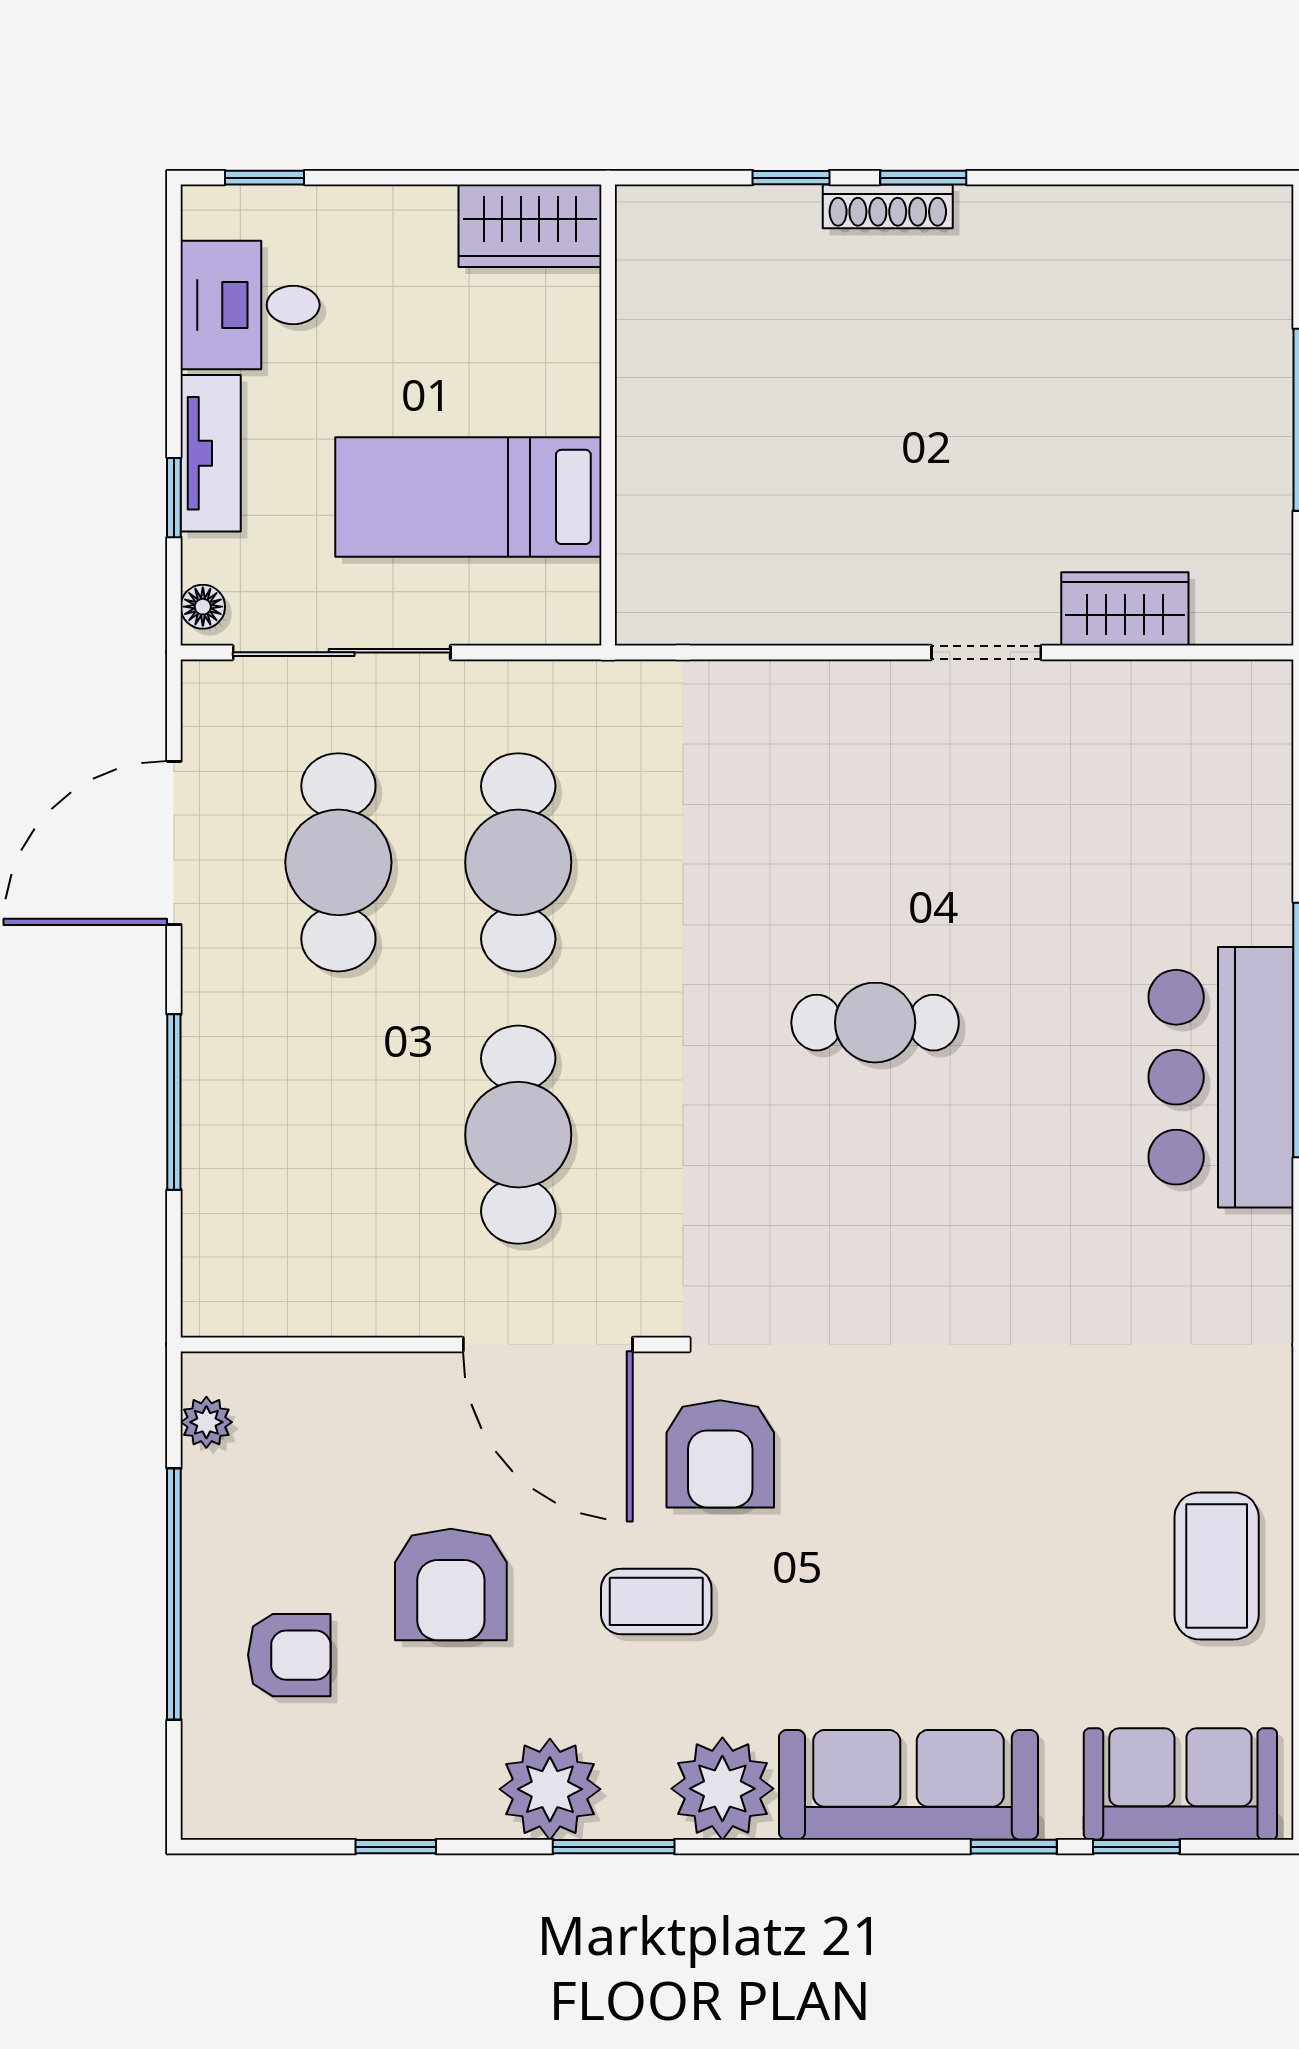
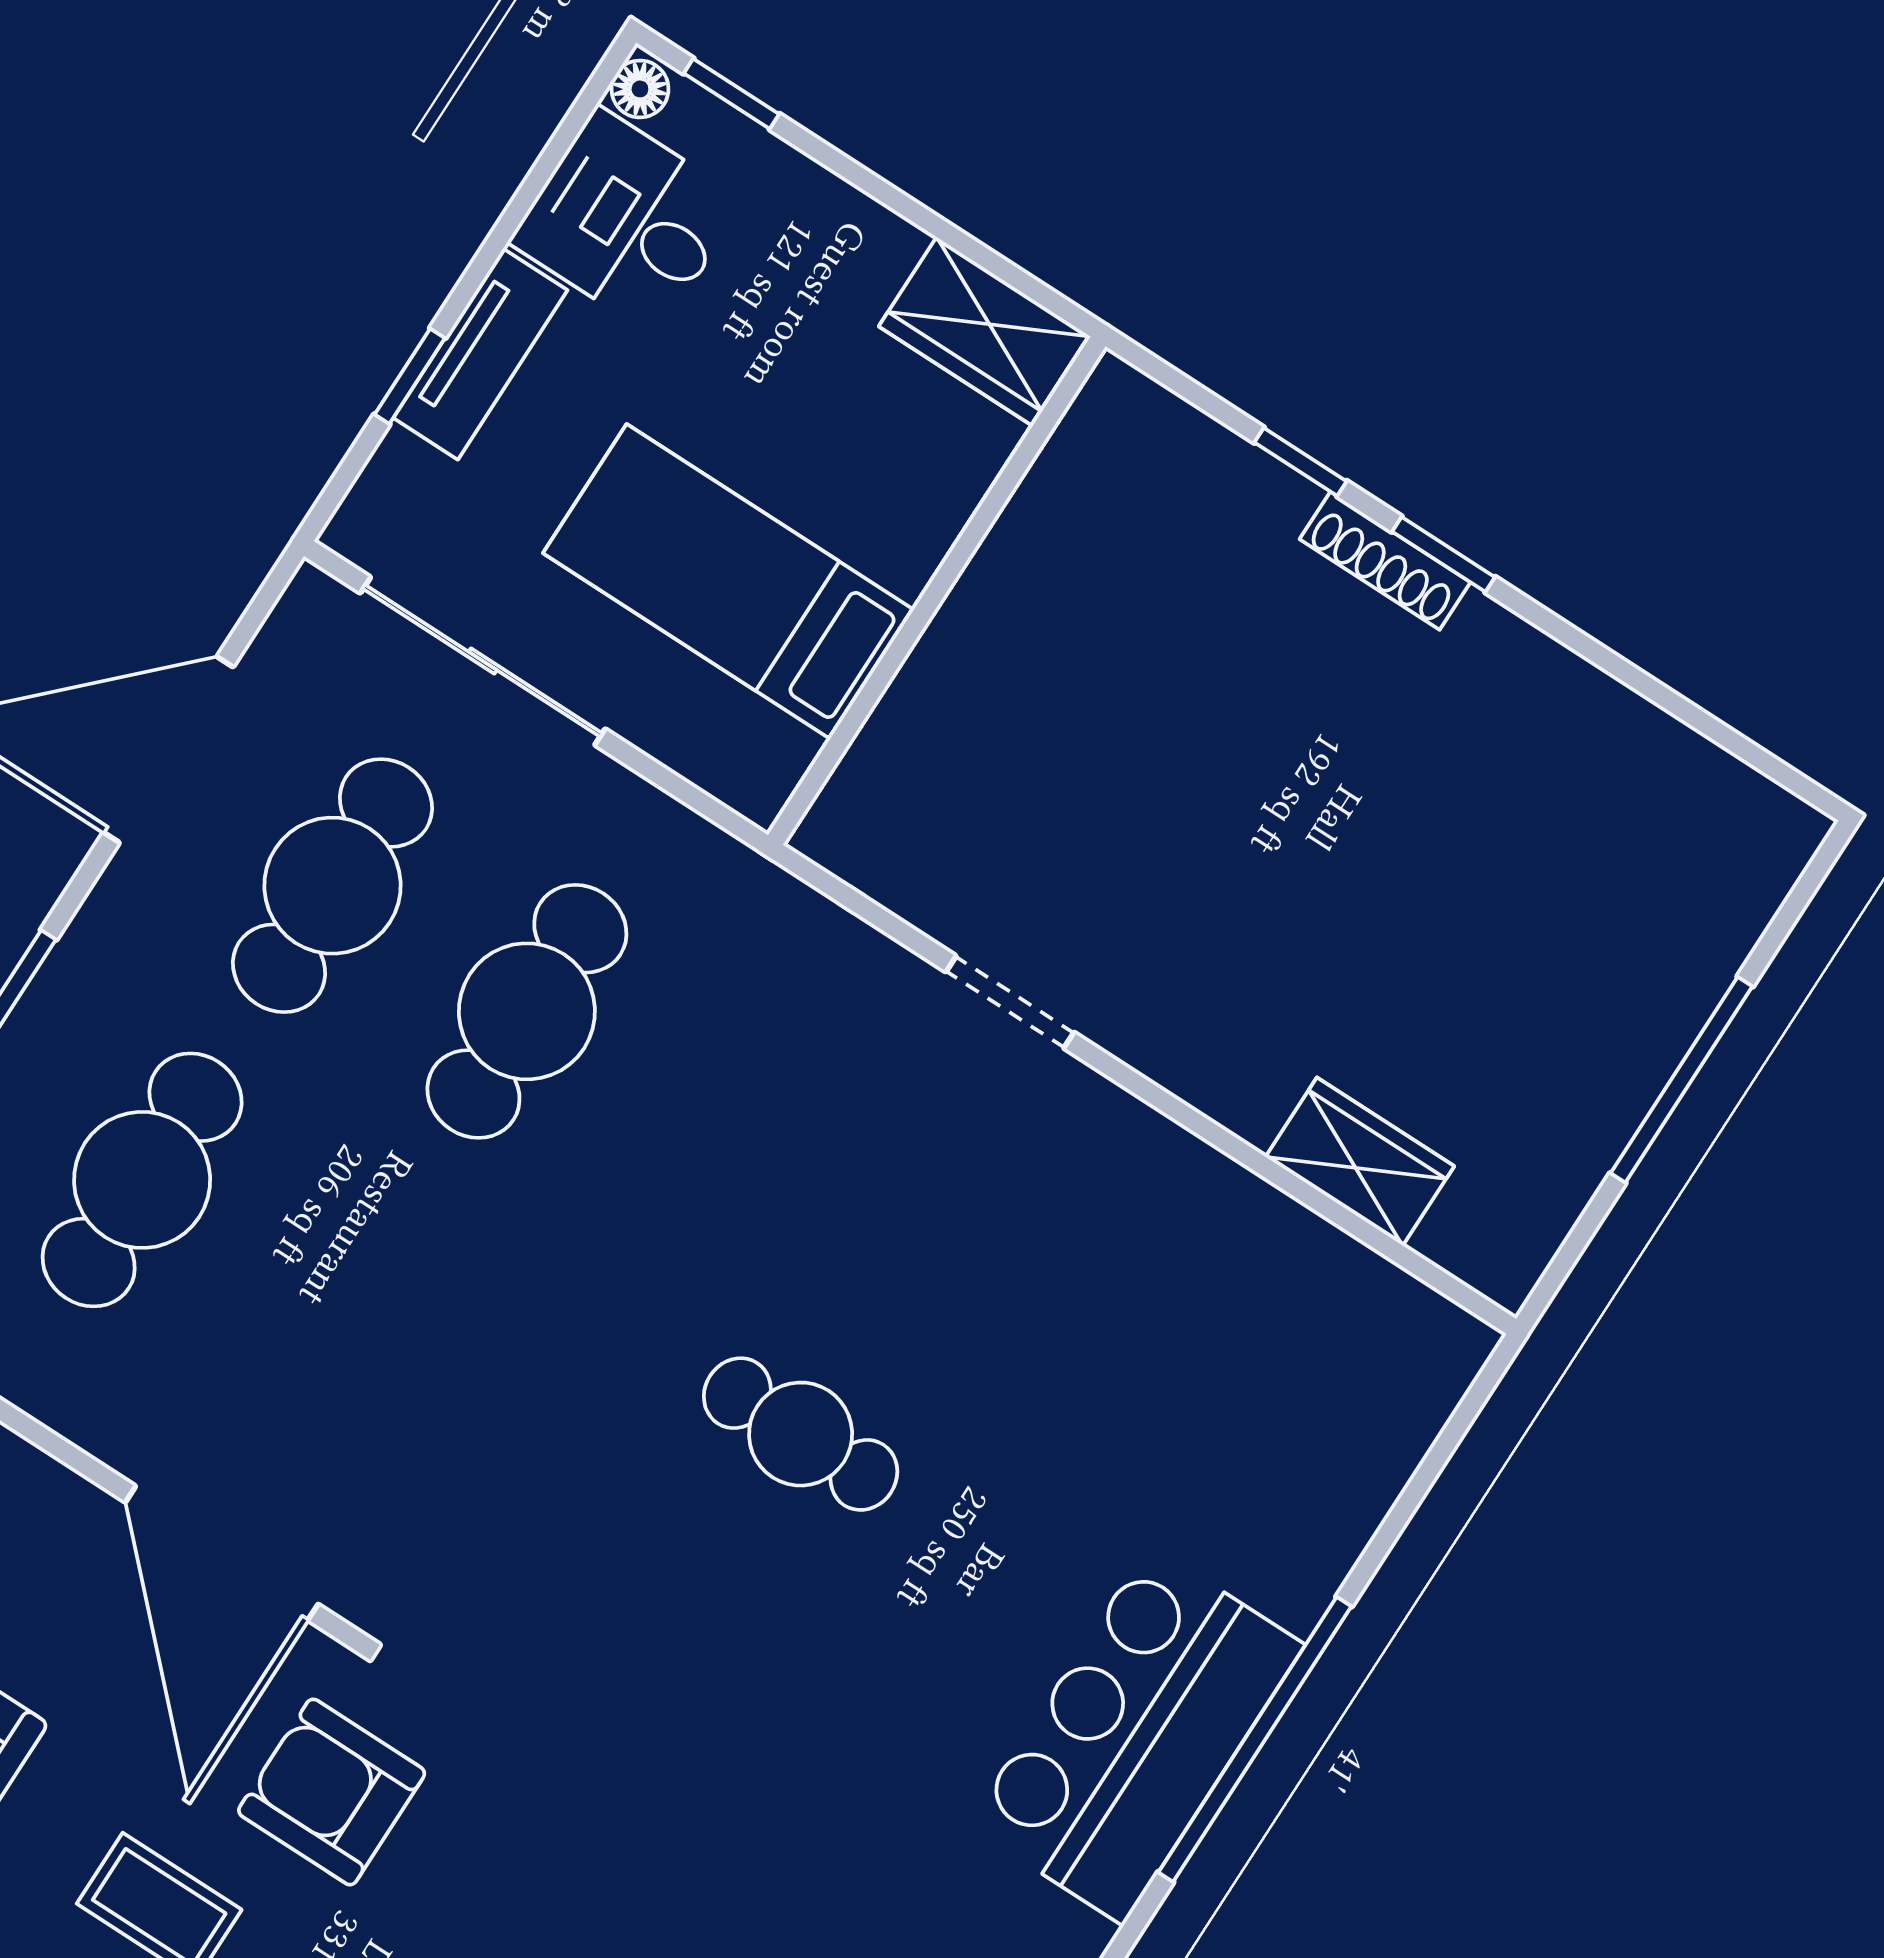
floor lamp: (203, 607) -> (640, 89), moved
doorway: (986, 652) -> (1010, 1002), moved
cafe table: (518, 1135) -> (142, 1180), moved
armchair: (720, 1454) -> (332, 1792), turned 90

